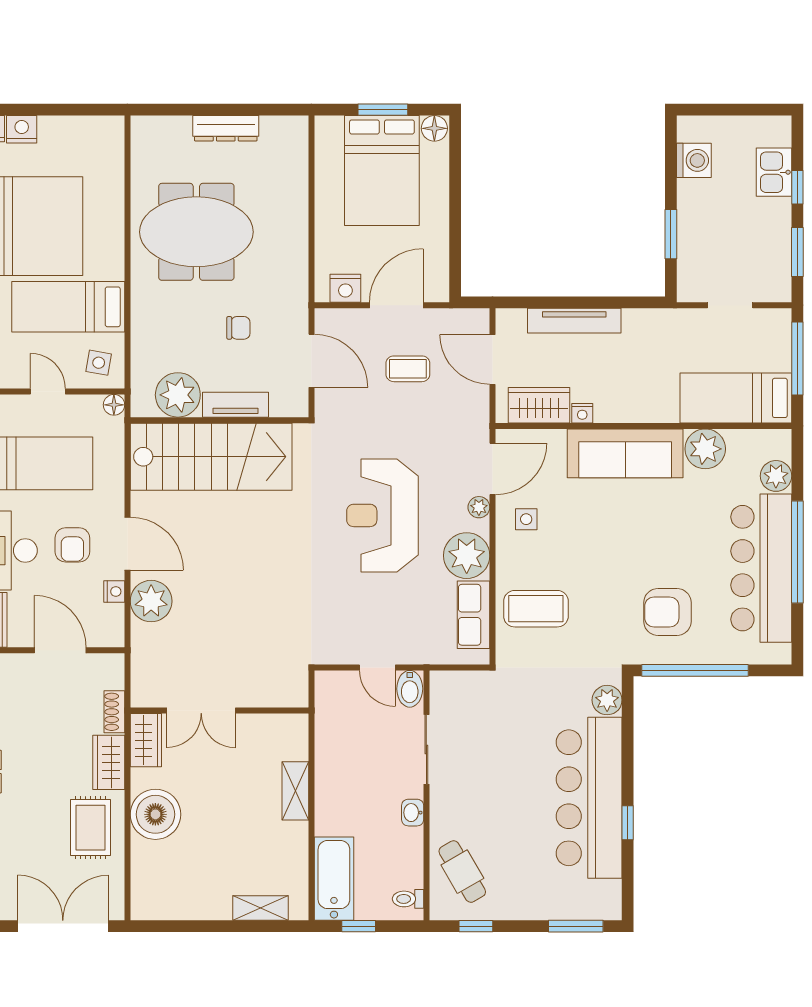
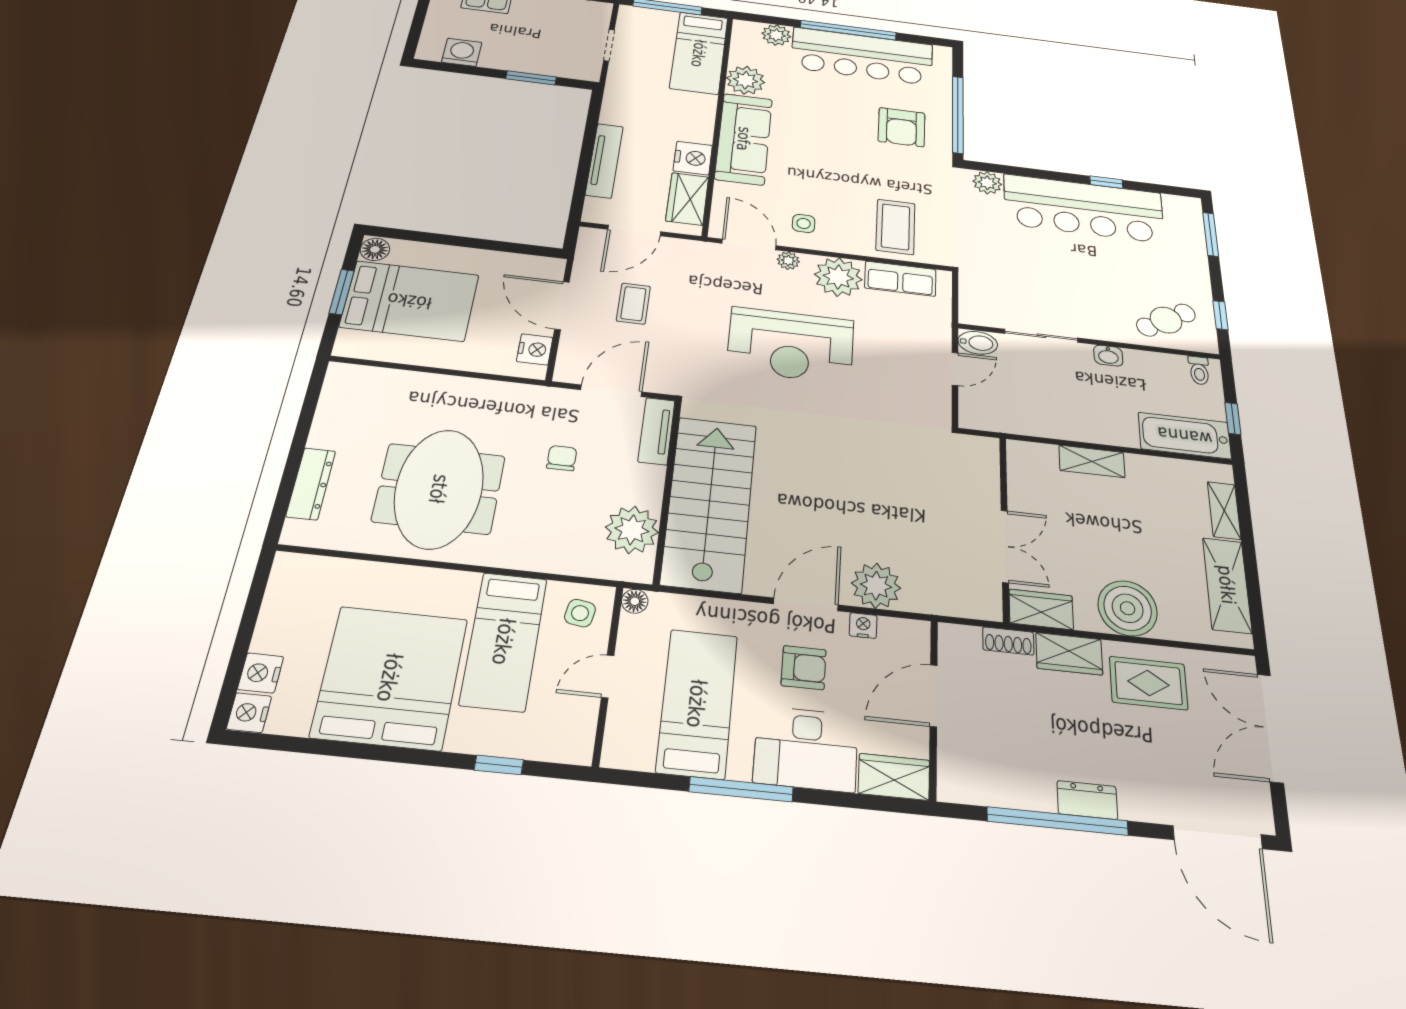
dresser: (226, 128) -> (311, 484), moved
tv unit: (235, 405) -> (657, 431), moved
nightstand: (582, 413) -> (693, 158), width x1.89, depth x1.79
shelving: (187, 903) -> (1227, 585), added

